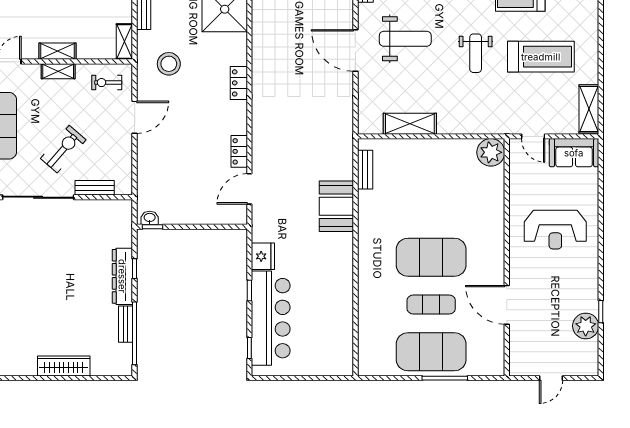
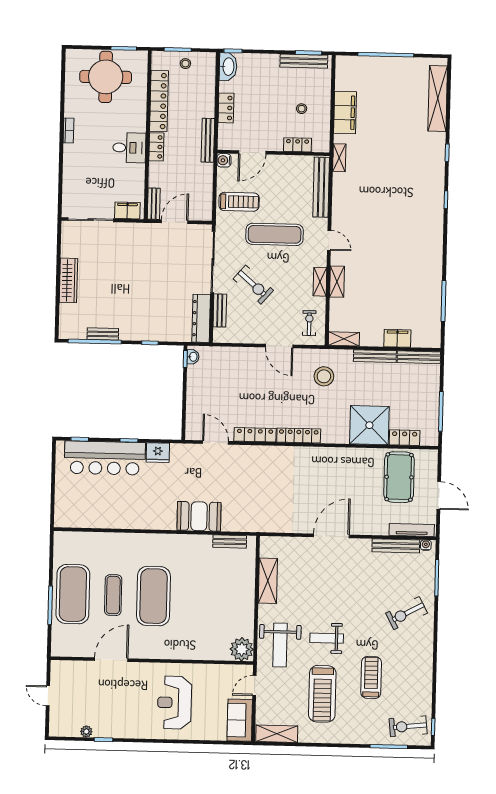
weight bench: (405, 39) -> (280, 645), moved
locker: (239, 83) -> (299, 436), width x1.53
locker: (239, 151) -> (255, 435), width x1.53
dresser: (122, 276) -> (201, 318), moved, turned -90
plant: (586, 326) -> (86, 731), width x0.53, depth x0.53

